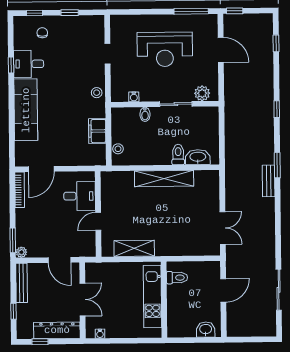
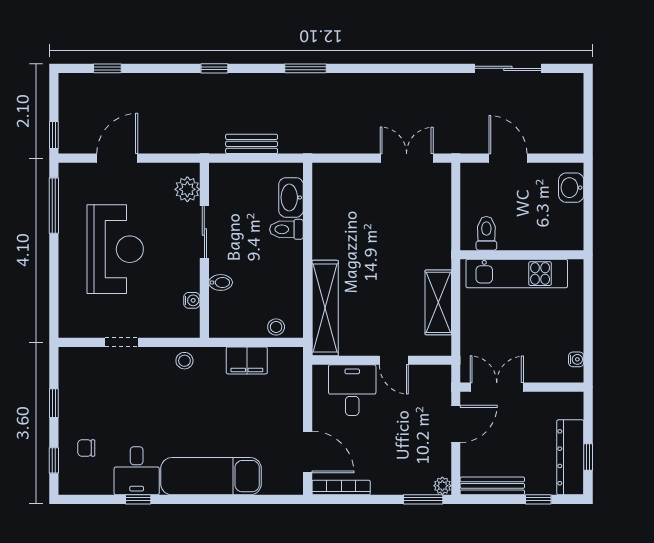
shelving: (164, 178) -> (325, 308), moved
bench: (269, 181) -> (252, 144), moved
double door: (83, 300) -> (497, 387), moved
dresser: (57, 330) -> (570, 457), moved

